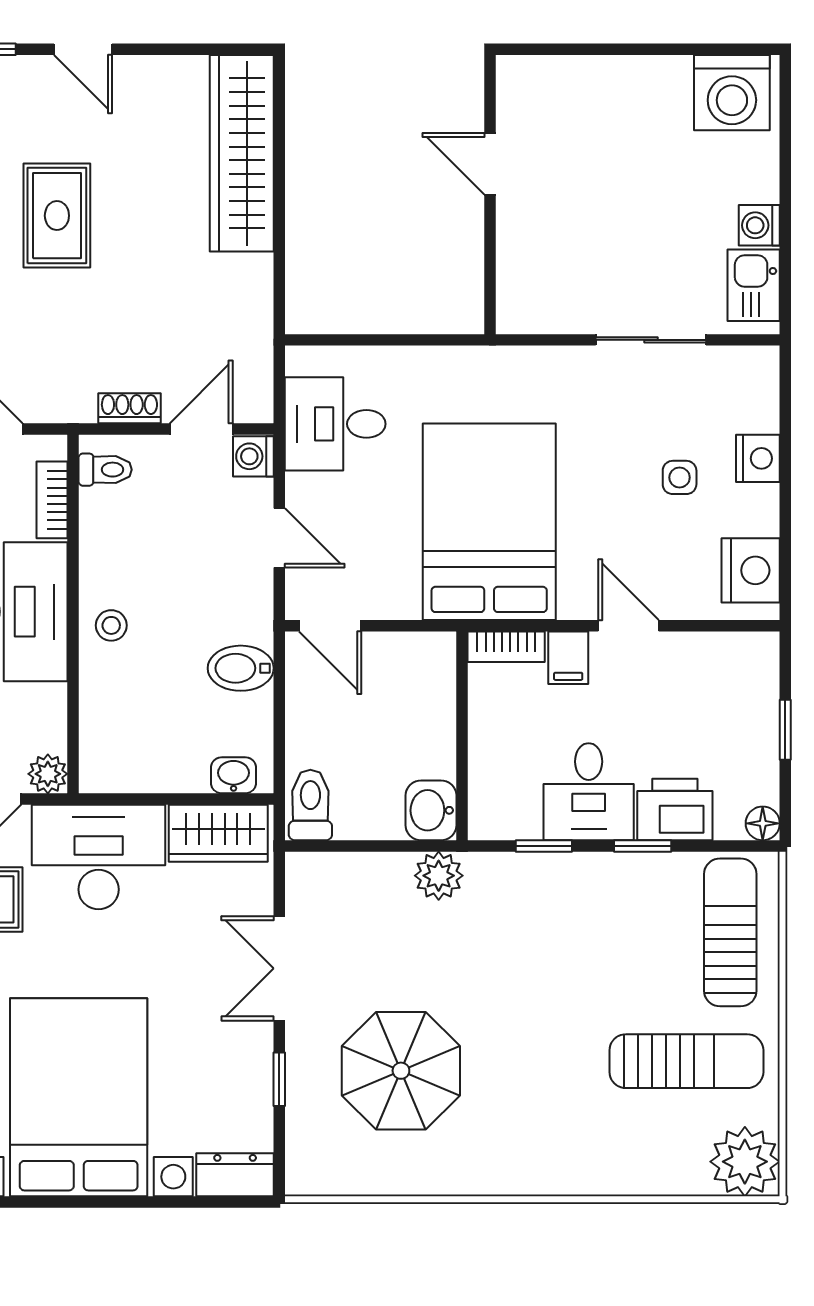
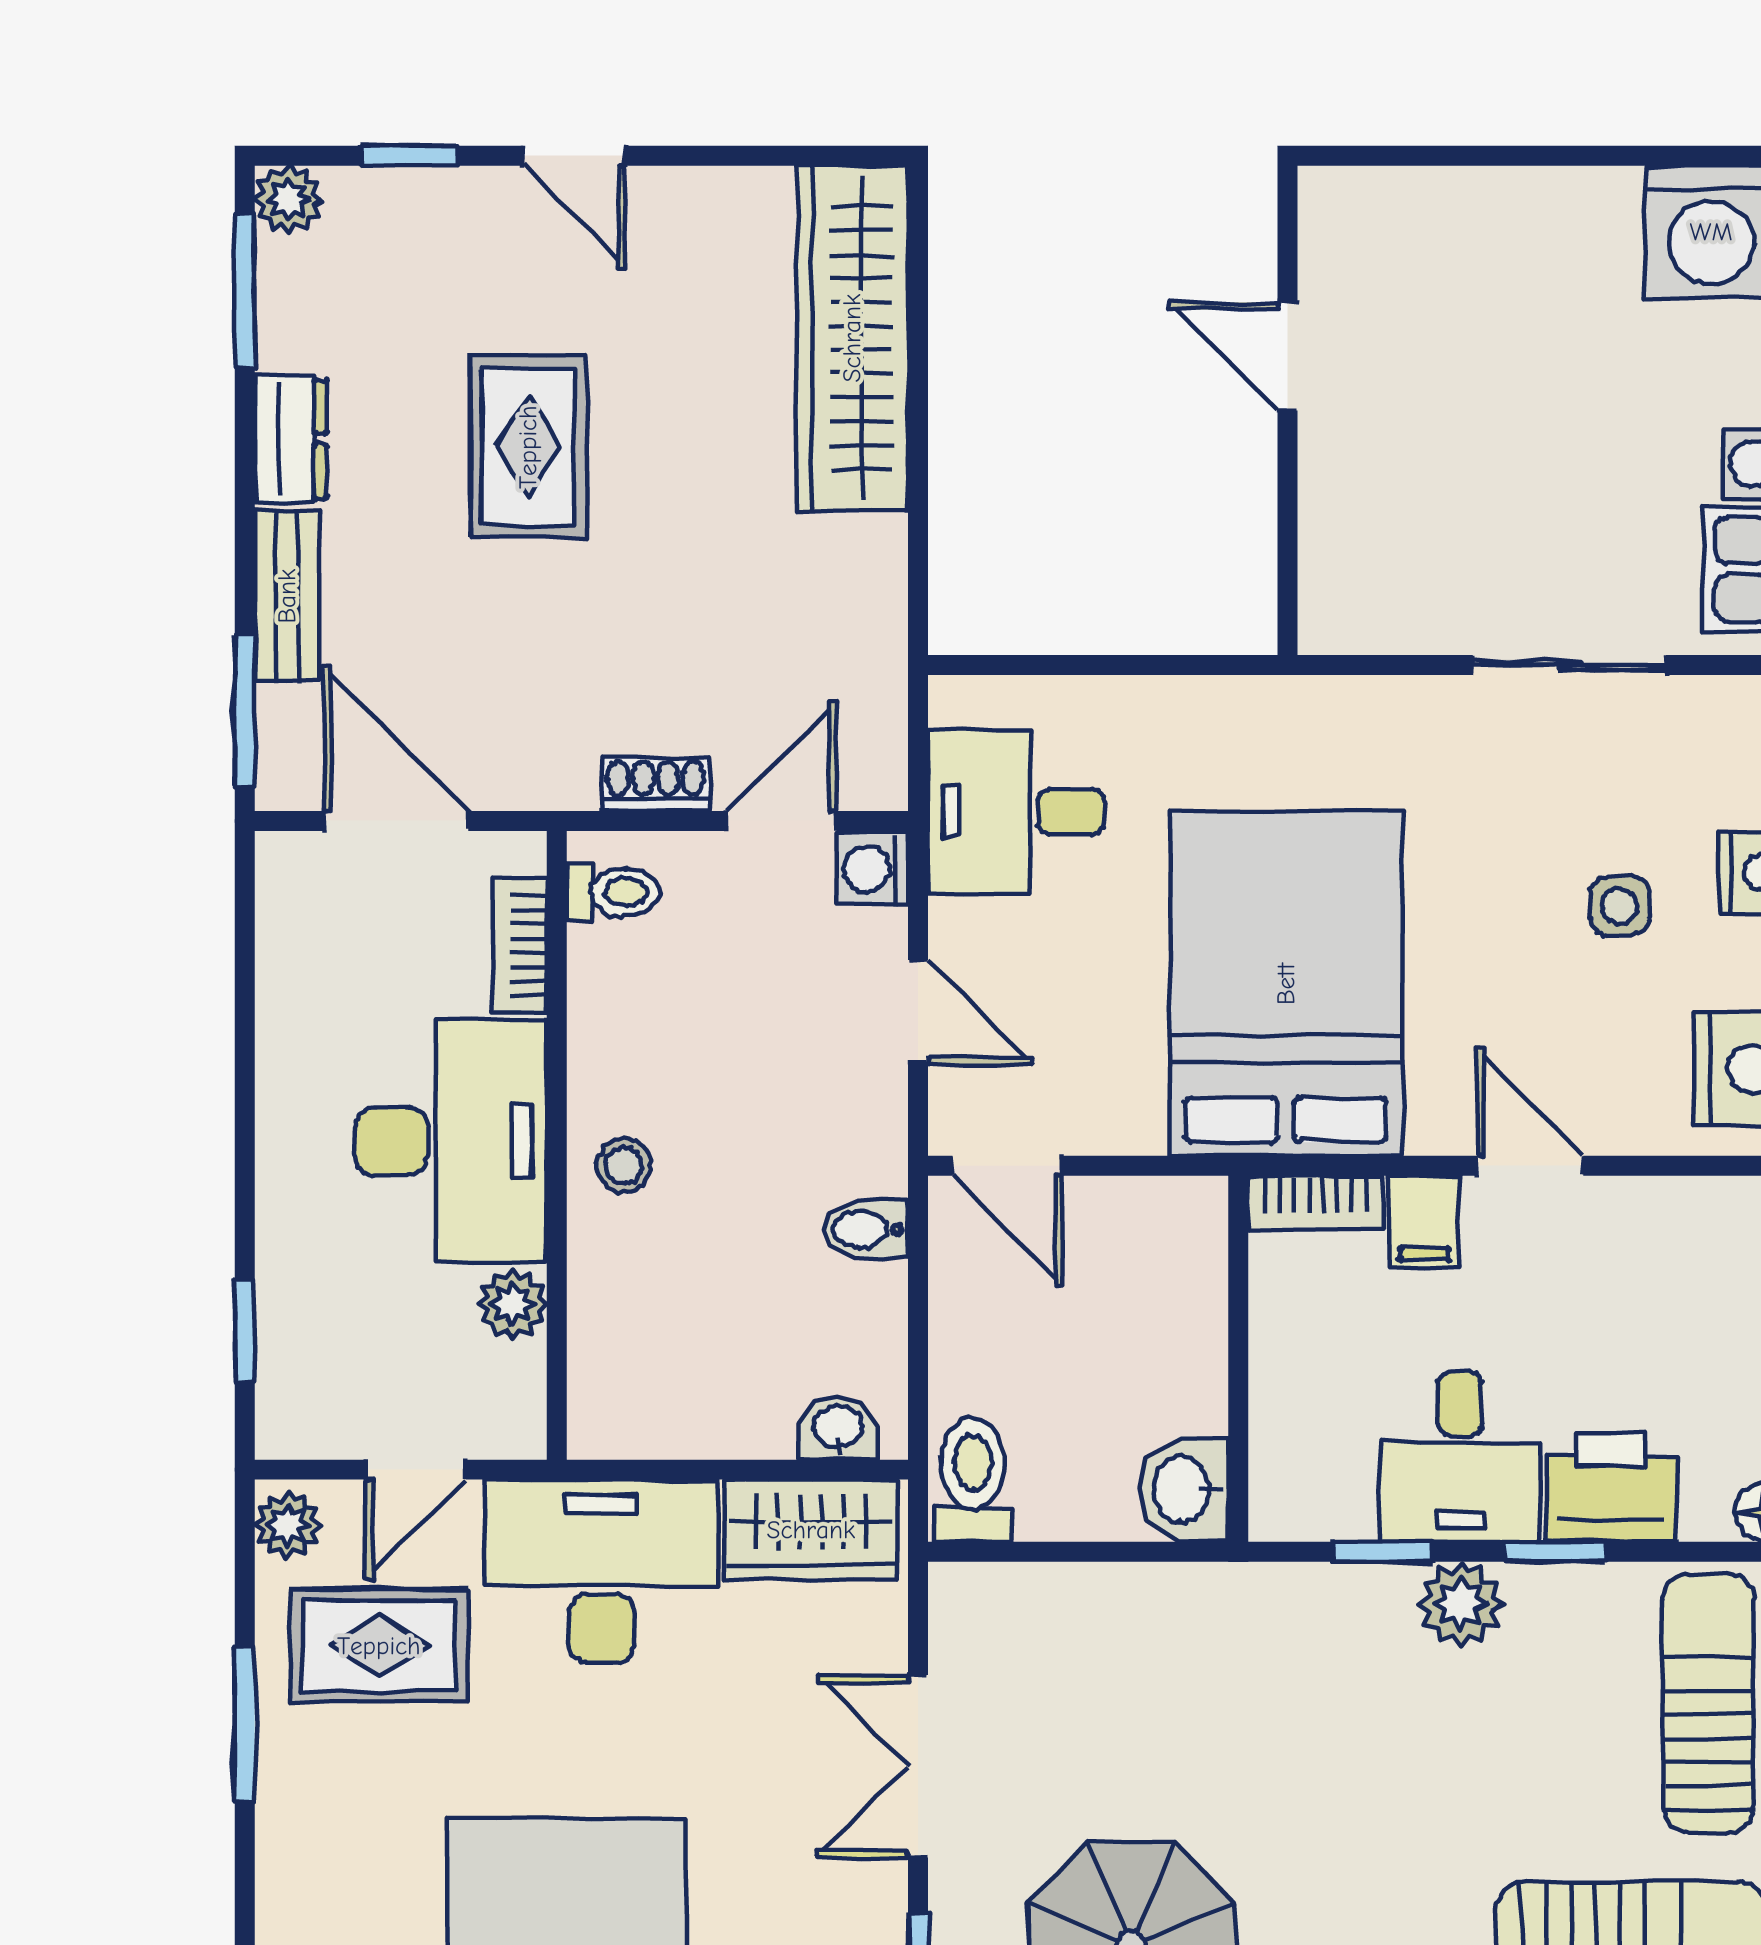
bidet: (241, 668) -> (866, 1229), width x0.72, depth x0.74
plant: (48, 774) -> (513, 1304), moved
plant: (439, 876) -> (1461, 1604), moved

